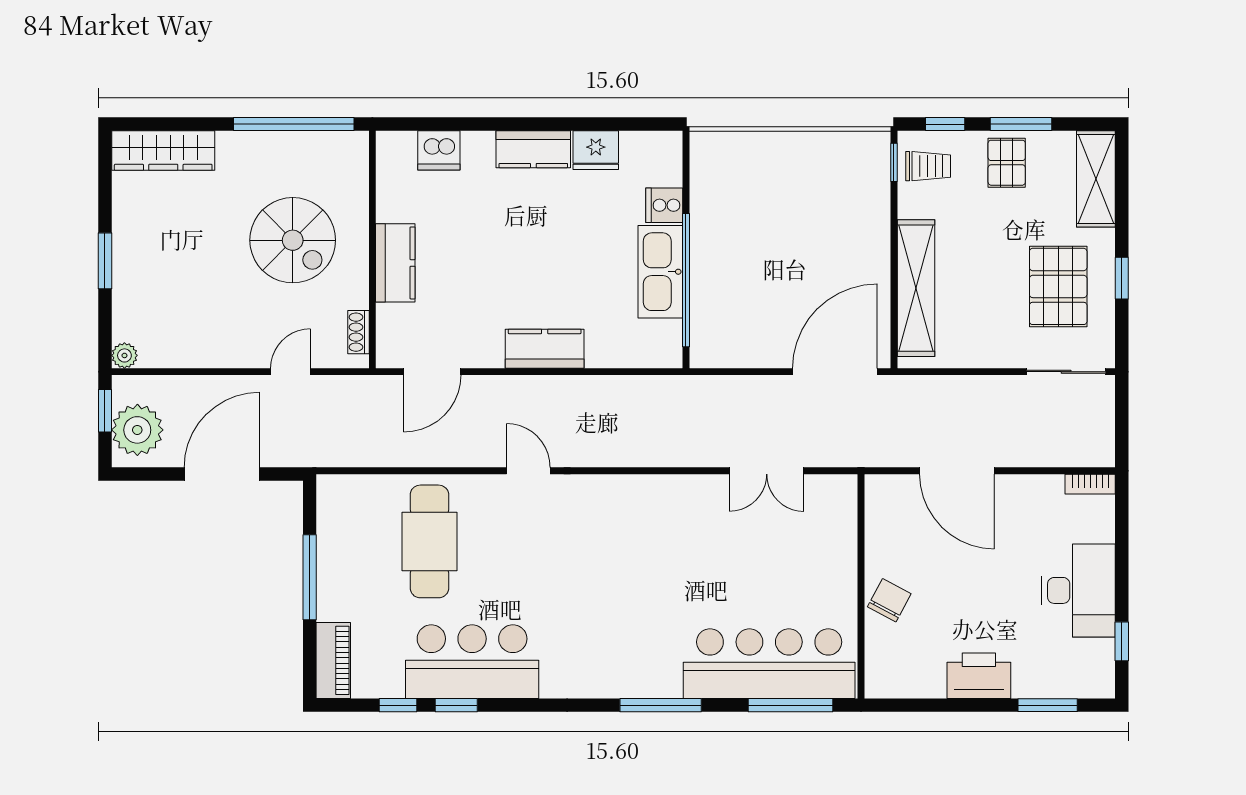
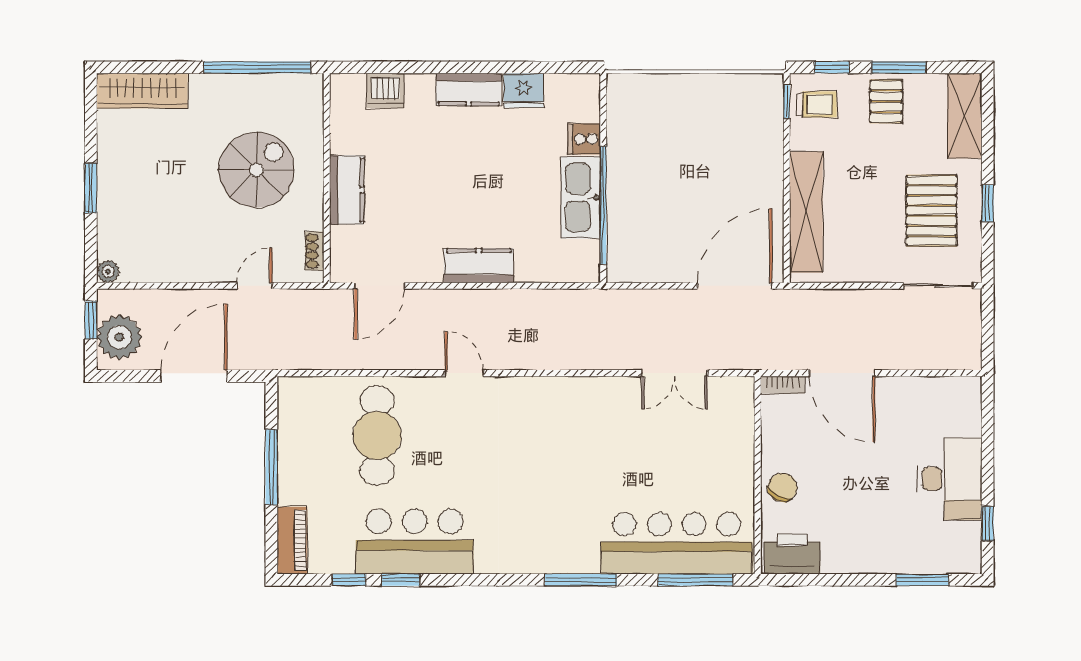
spiral stairs: (293, 240) -> (256, 170), turned -90
bookcase: (1090, 484) -> (783, 385), moved
printer: (979, 676) -> (792, 554), moved

